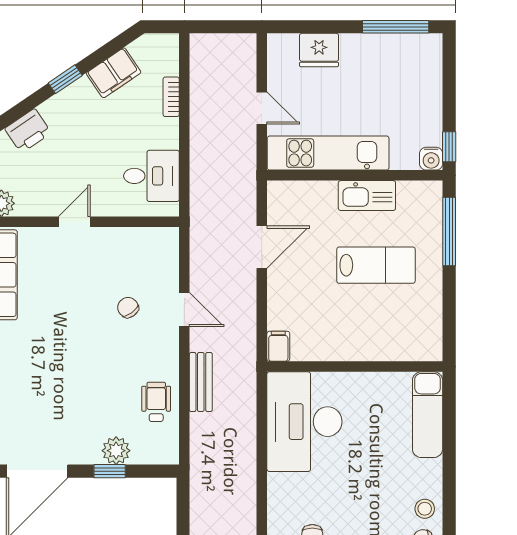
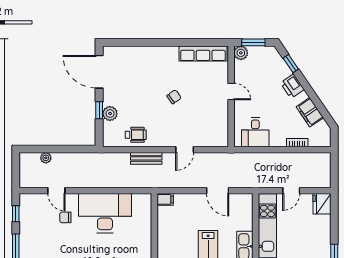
fridge: (319, 50) -> (322, 204), moved
window: (65, 79) -> (291, 64), moved
printer: (28, 131) -> (292, 86), moved
chair: (128, 307) -> (174, 97), moved
desk: (304, 422) -> (105, 213), moved

